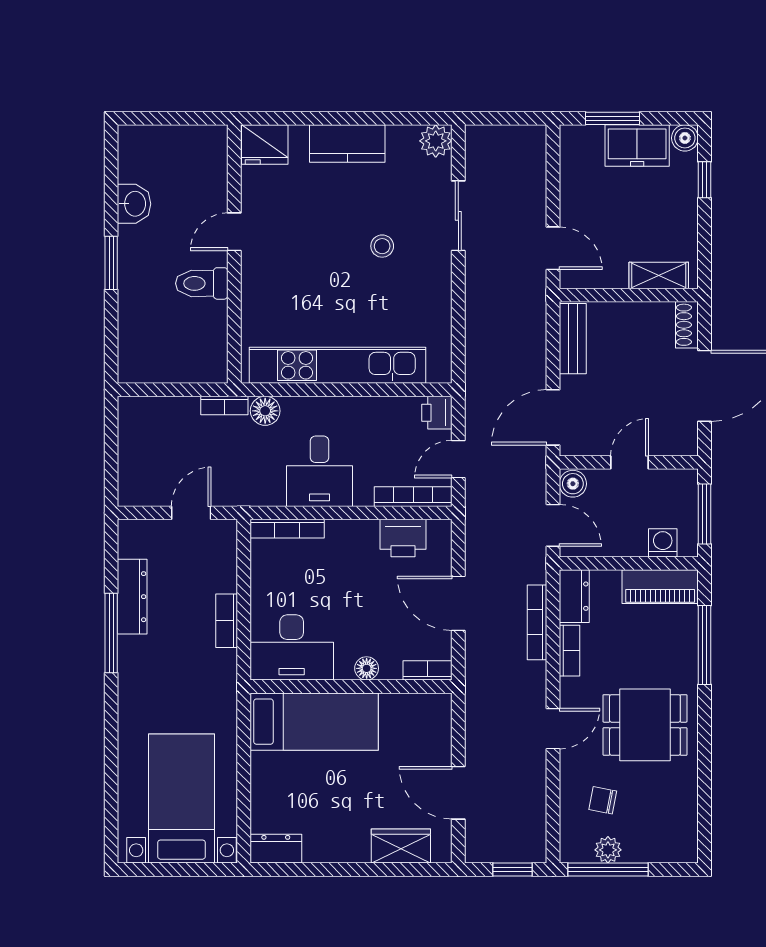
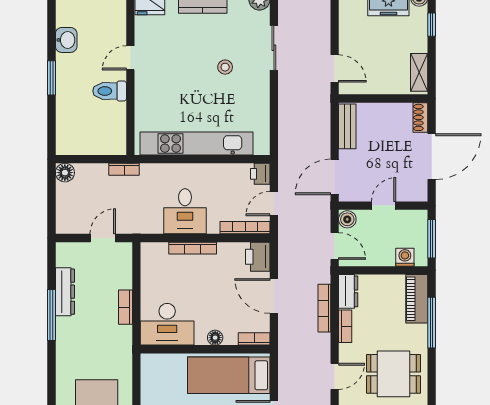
shelving: (659, 276) -> (419, 72), moved, turned 90
floor lamp: (265, 411) -> (65, 173), moved
bookcase: (287, 529) -> (193, 248), moved
printer: (403, 538) -> (258, 257), moved, turned 90
piano: (660, 587) -> (417, 299), moved, turned 90
bed: (314, 722) -> (229, 375), moved, turned 180

